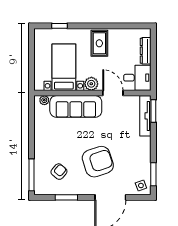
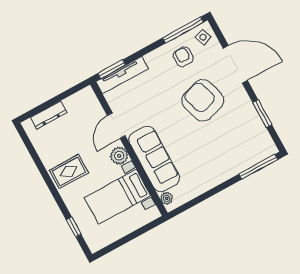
desk: (137, 78) -> (84, 108), removed
armchair: (59, 172) -> (183, 57), moved, turned 50
window: (153, 174) -> (183, 30), width x1.44

